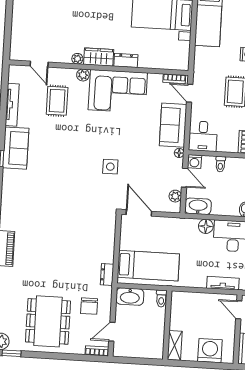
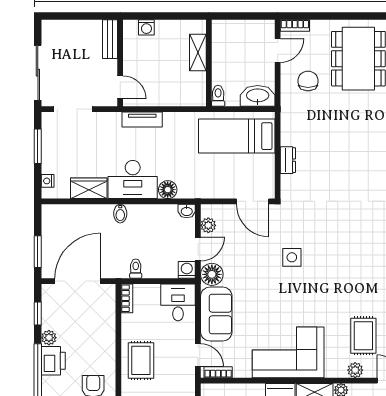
plant: (83, 75) -> (355, 370), moved
floor lamp: (179, 153) -> (212, 274), width x1.89, depth x1.89
toilet: (220, 164) -> (136, 269), moved
door: (185, 178) -> (198, 249), swing flipped
washbasin: (198, 206) -> (187, 211), width x0.52, depth x0.69
dresser: (107, 275) -> (288, 160), moved
shelving: (175, 345) -> (198, 53), moved
washing machine: (210, 351) -> (146, 27), width x0.53, depth x0.53

